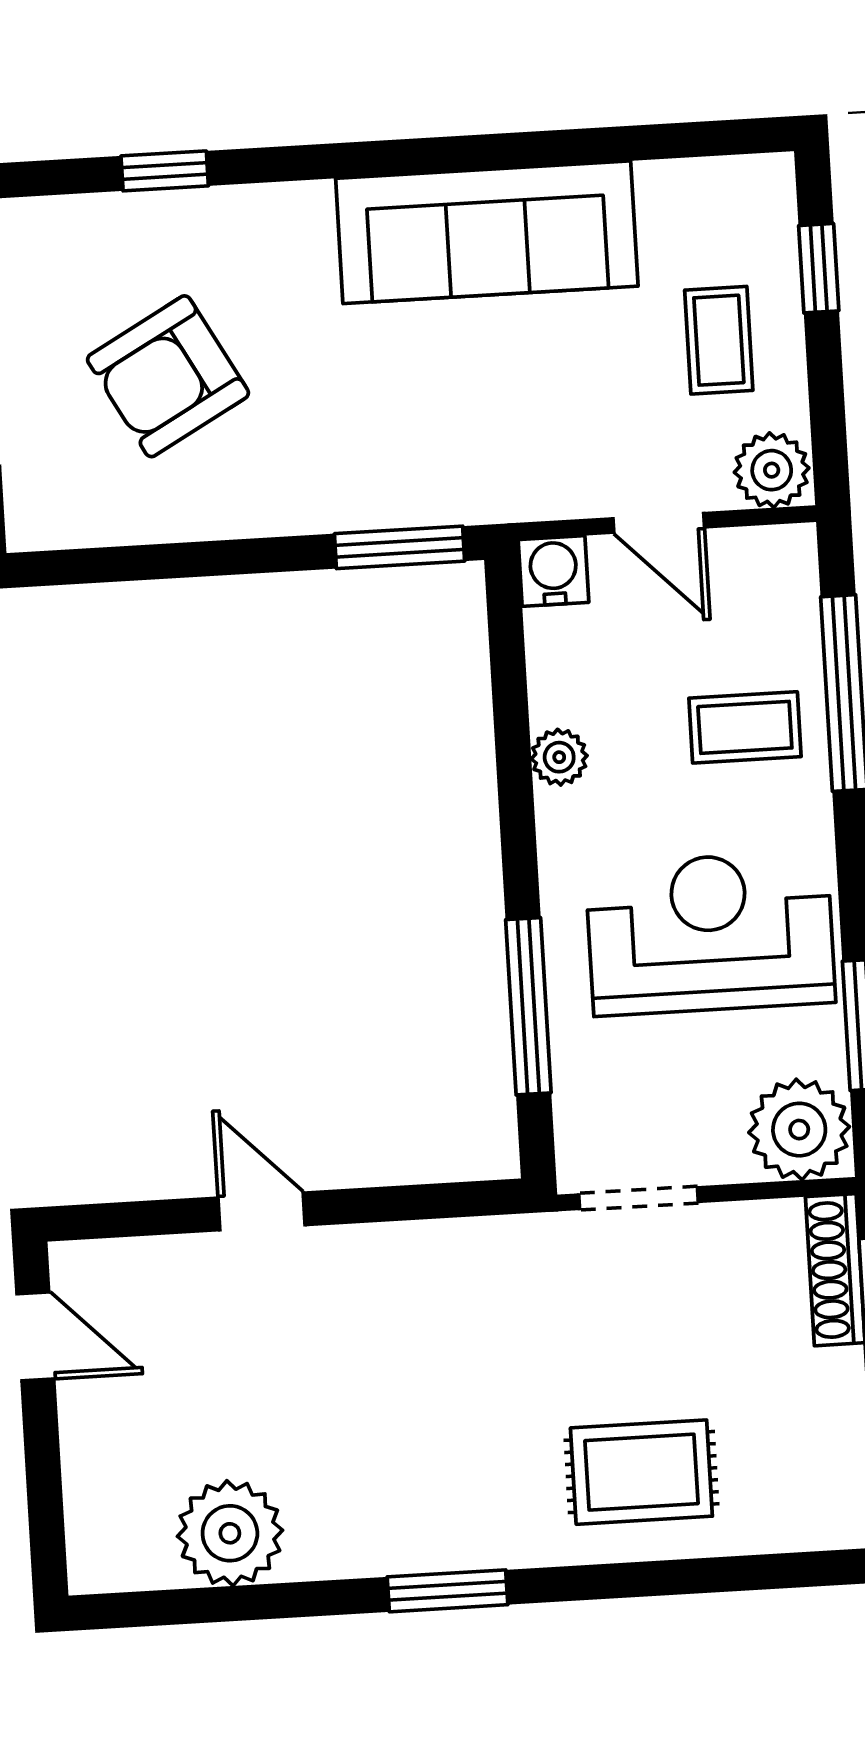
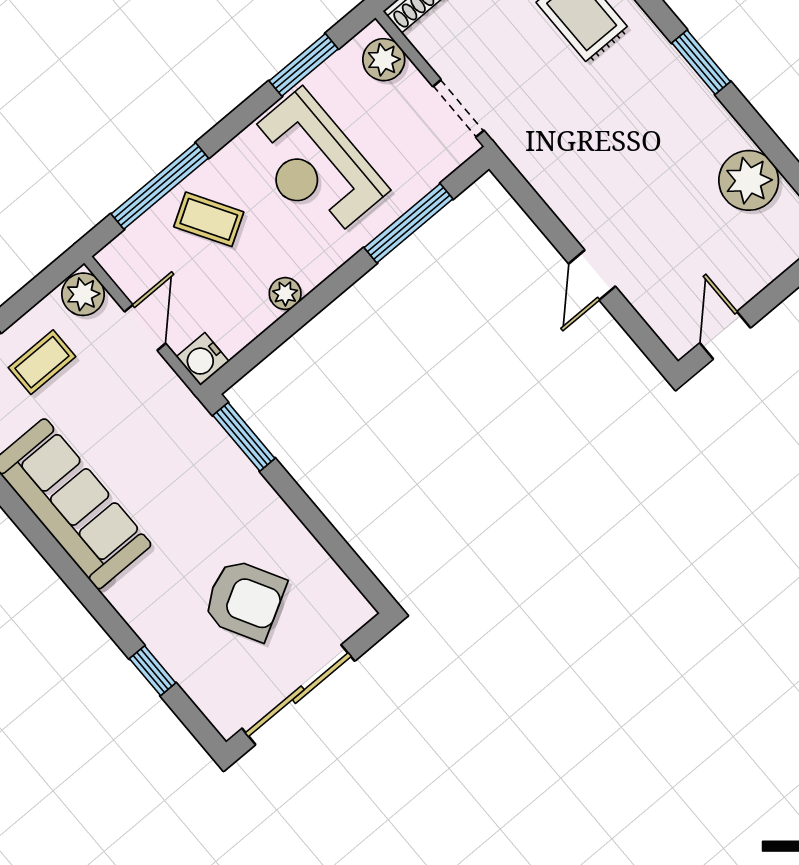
coffee table: (745, 727) -> (209, 219), turned -31
plant: (799, 1130) -> (384, 60), width x0.73, depth x0.73

